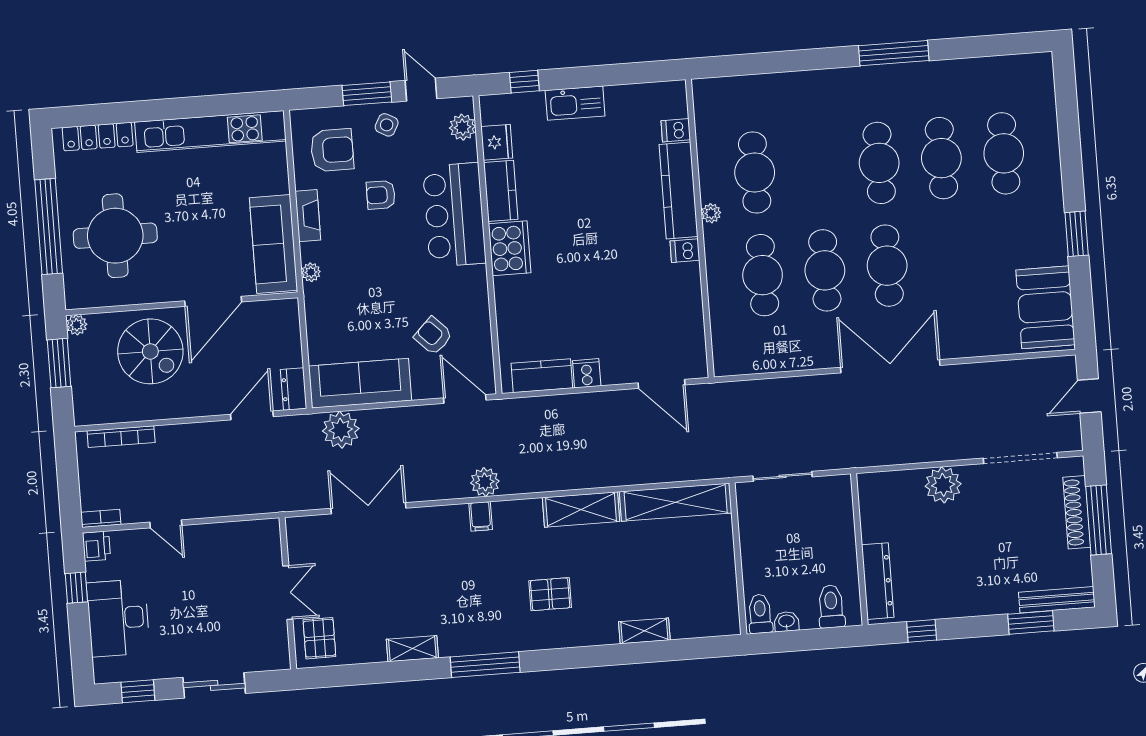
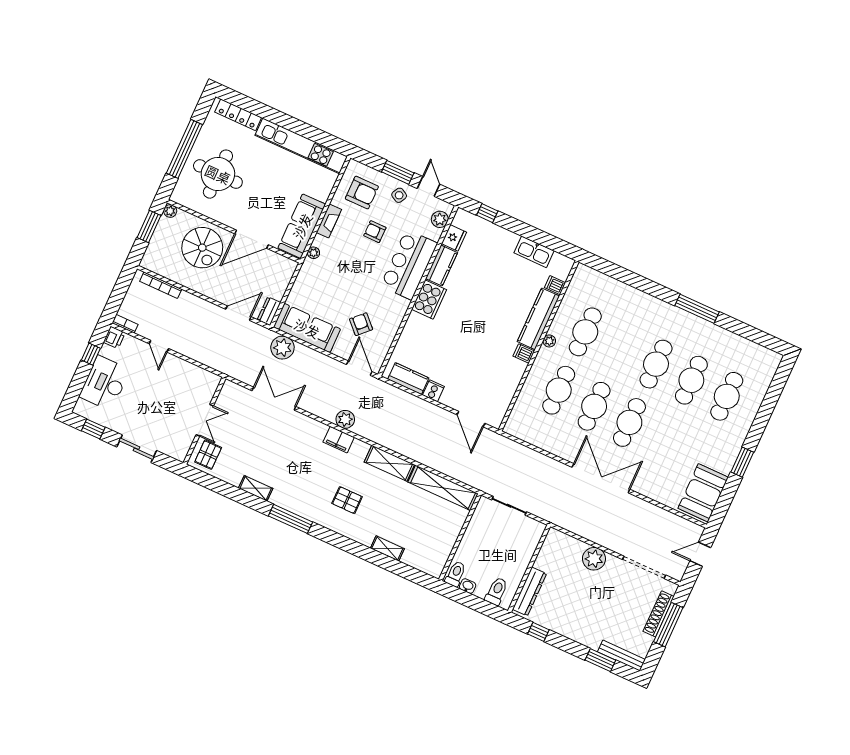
kitchen sink: (575, 103) -> (534, 252), moved
filing cabinet: (481, 516) -> (339, 440), width x2.00

